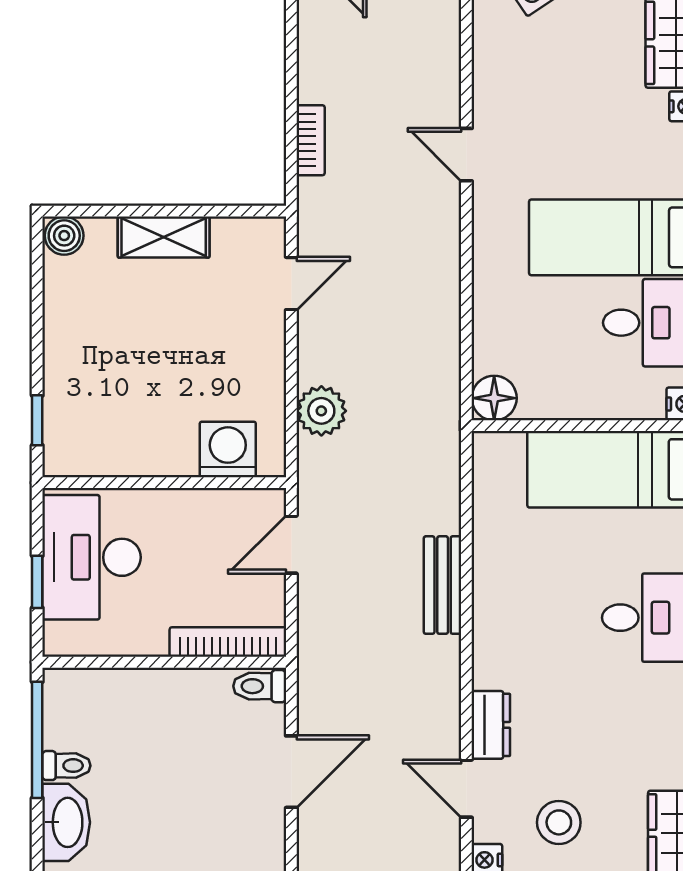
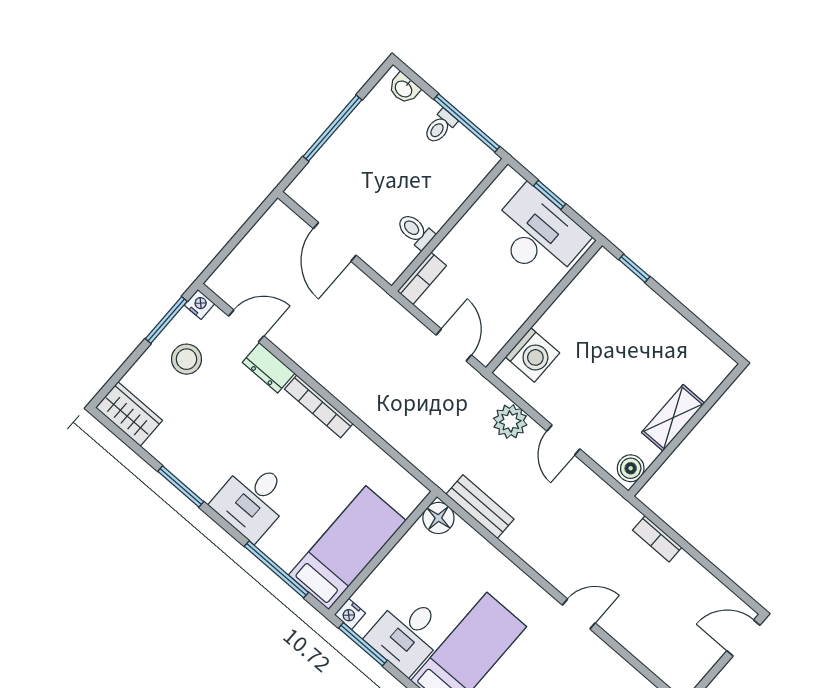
boiler: (64, 236) -> (631, 468), moved
door: (291, 284) -> (563, 440), moved
bench: (443, 585) -> (480, 507), moved
bookcase: (485, 634) -> (319, 406), added
bookcase: (228, 642) -> (422, 278), width x0.64
toilet: (260, 686) -> (415, 231), moved, turned -90
washbasin: (66, 822) -> (404, 88), width x0.52, depth x0.69

